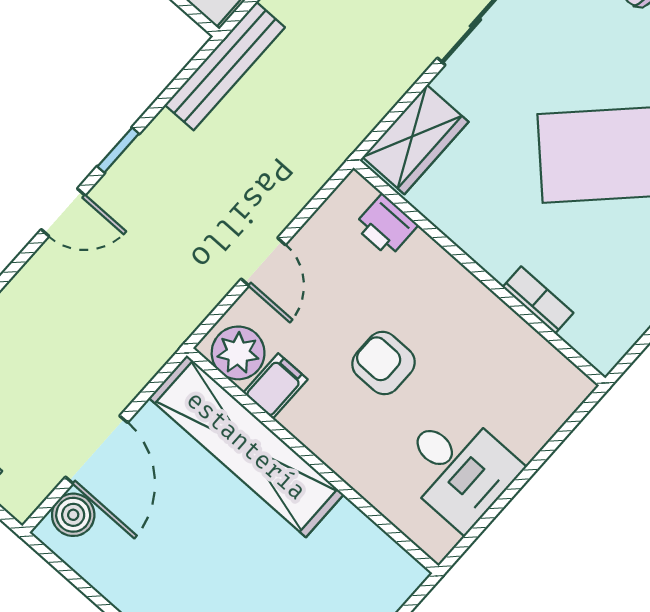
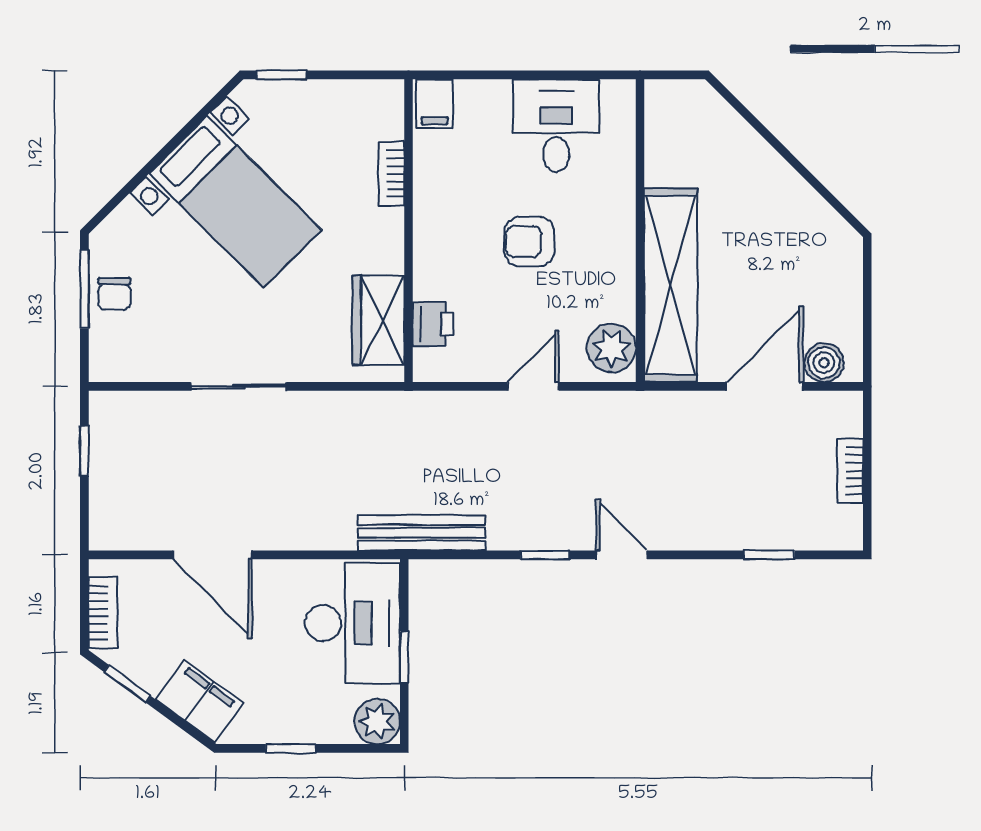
wardrobe: (416, 139) -> (378, 320), moved, turned -90
armchair: (383, 363) -> (529, 242), turned 90
filing cabinet: (275, 386) -> (435, 104), moved, turned -90

